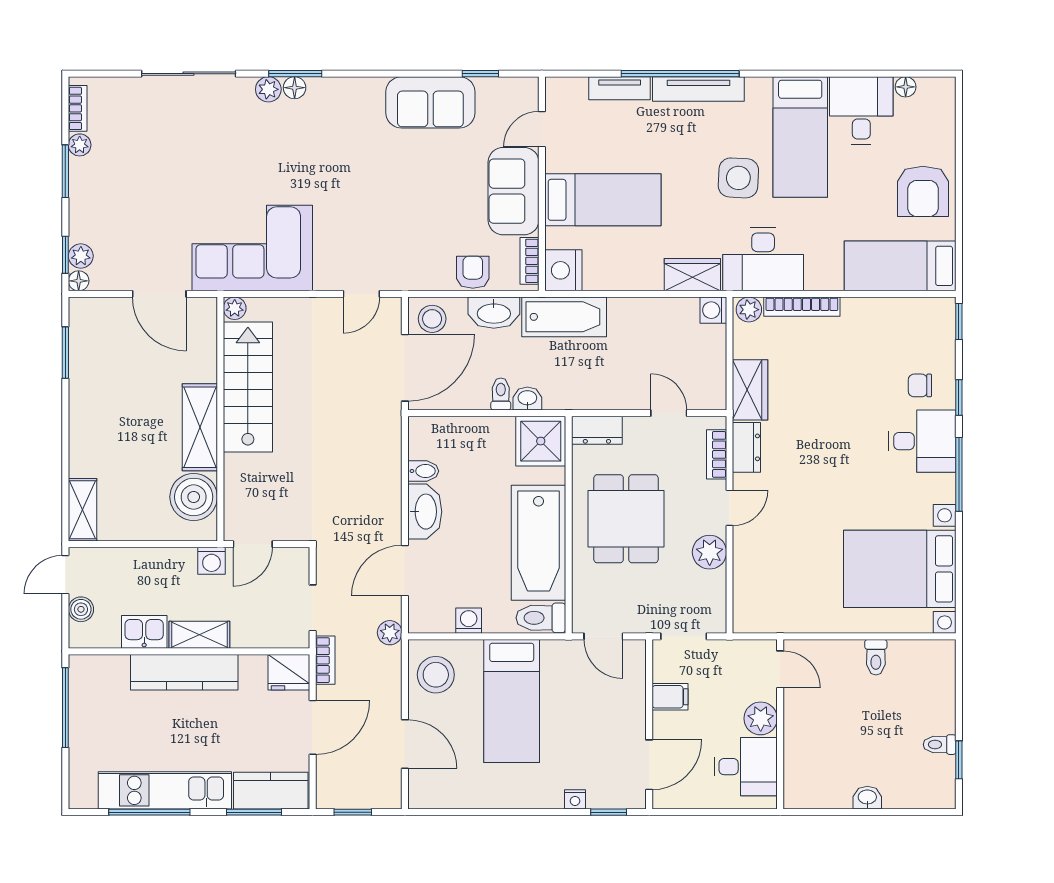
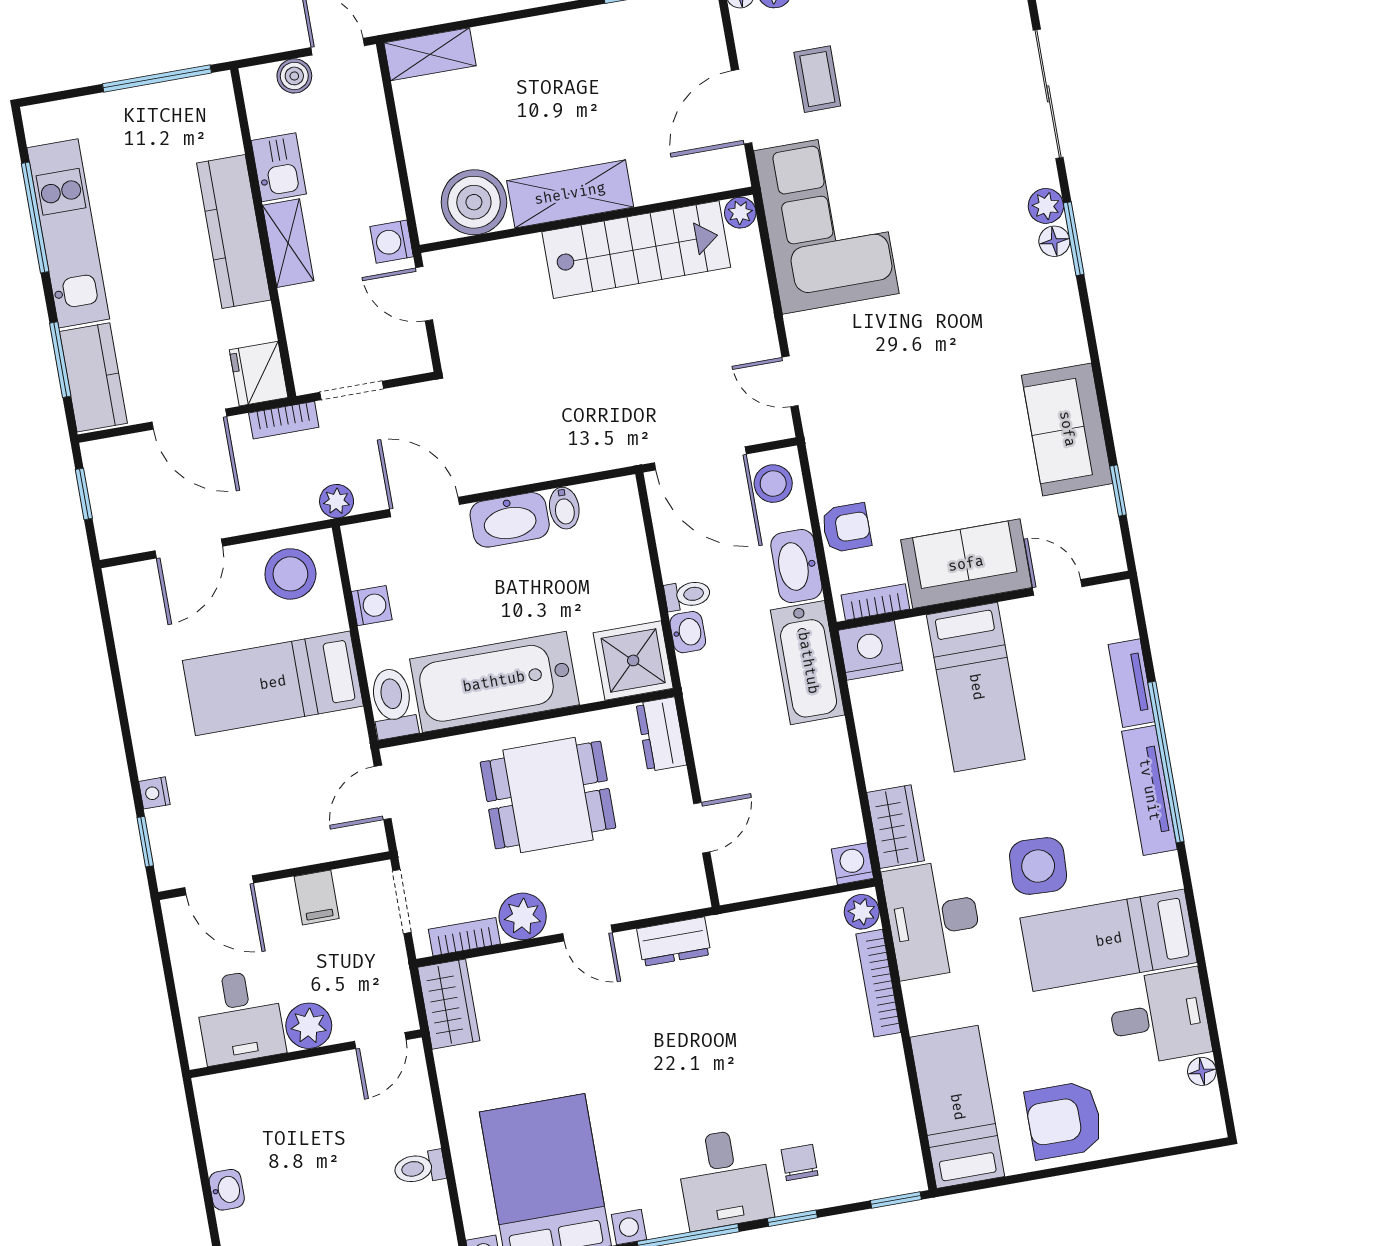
coffee table: (149, 236) -> (817, 79), added
wardrobe: (750, 390) -> (449, 1004), moved, turned -90
bookcase: (717, 454) -> (464, 937), moved

